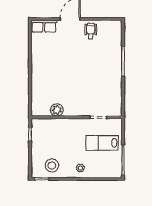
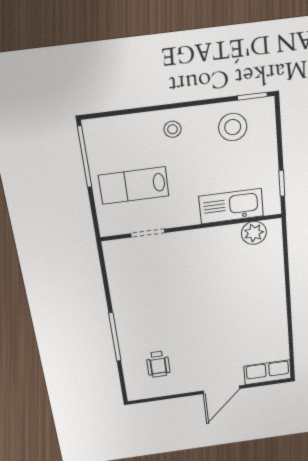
wheelchair: (91, 31) -> (158, 364), moved
plant: (57, 110) -> (254, 233), moved
kitchen sink: (56, 126) -> (231, 206), added
lab bench: (102, 143) -> (134, 186), turned 180

